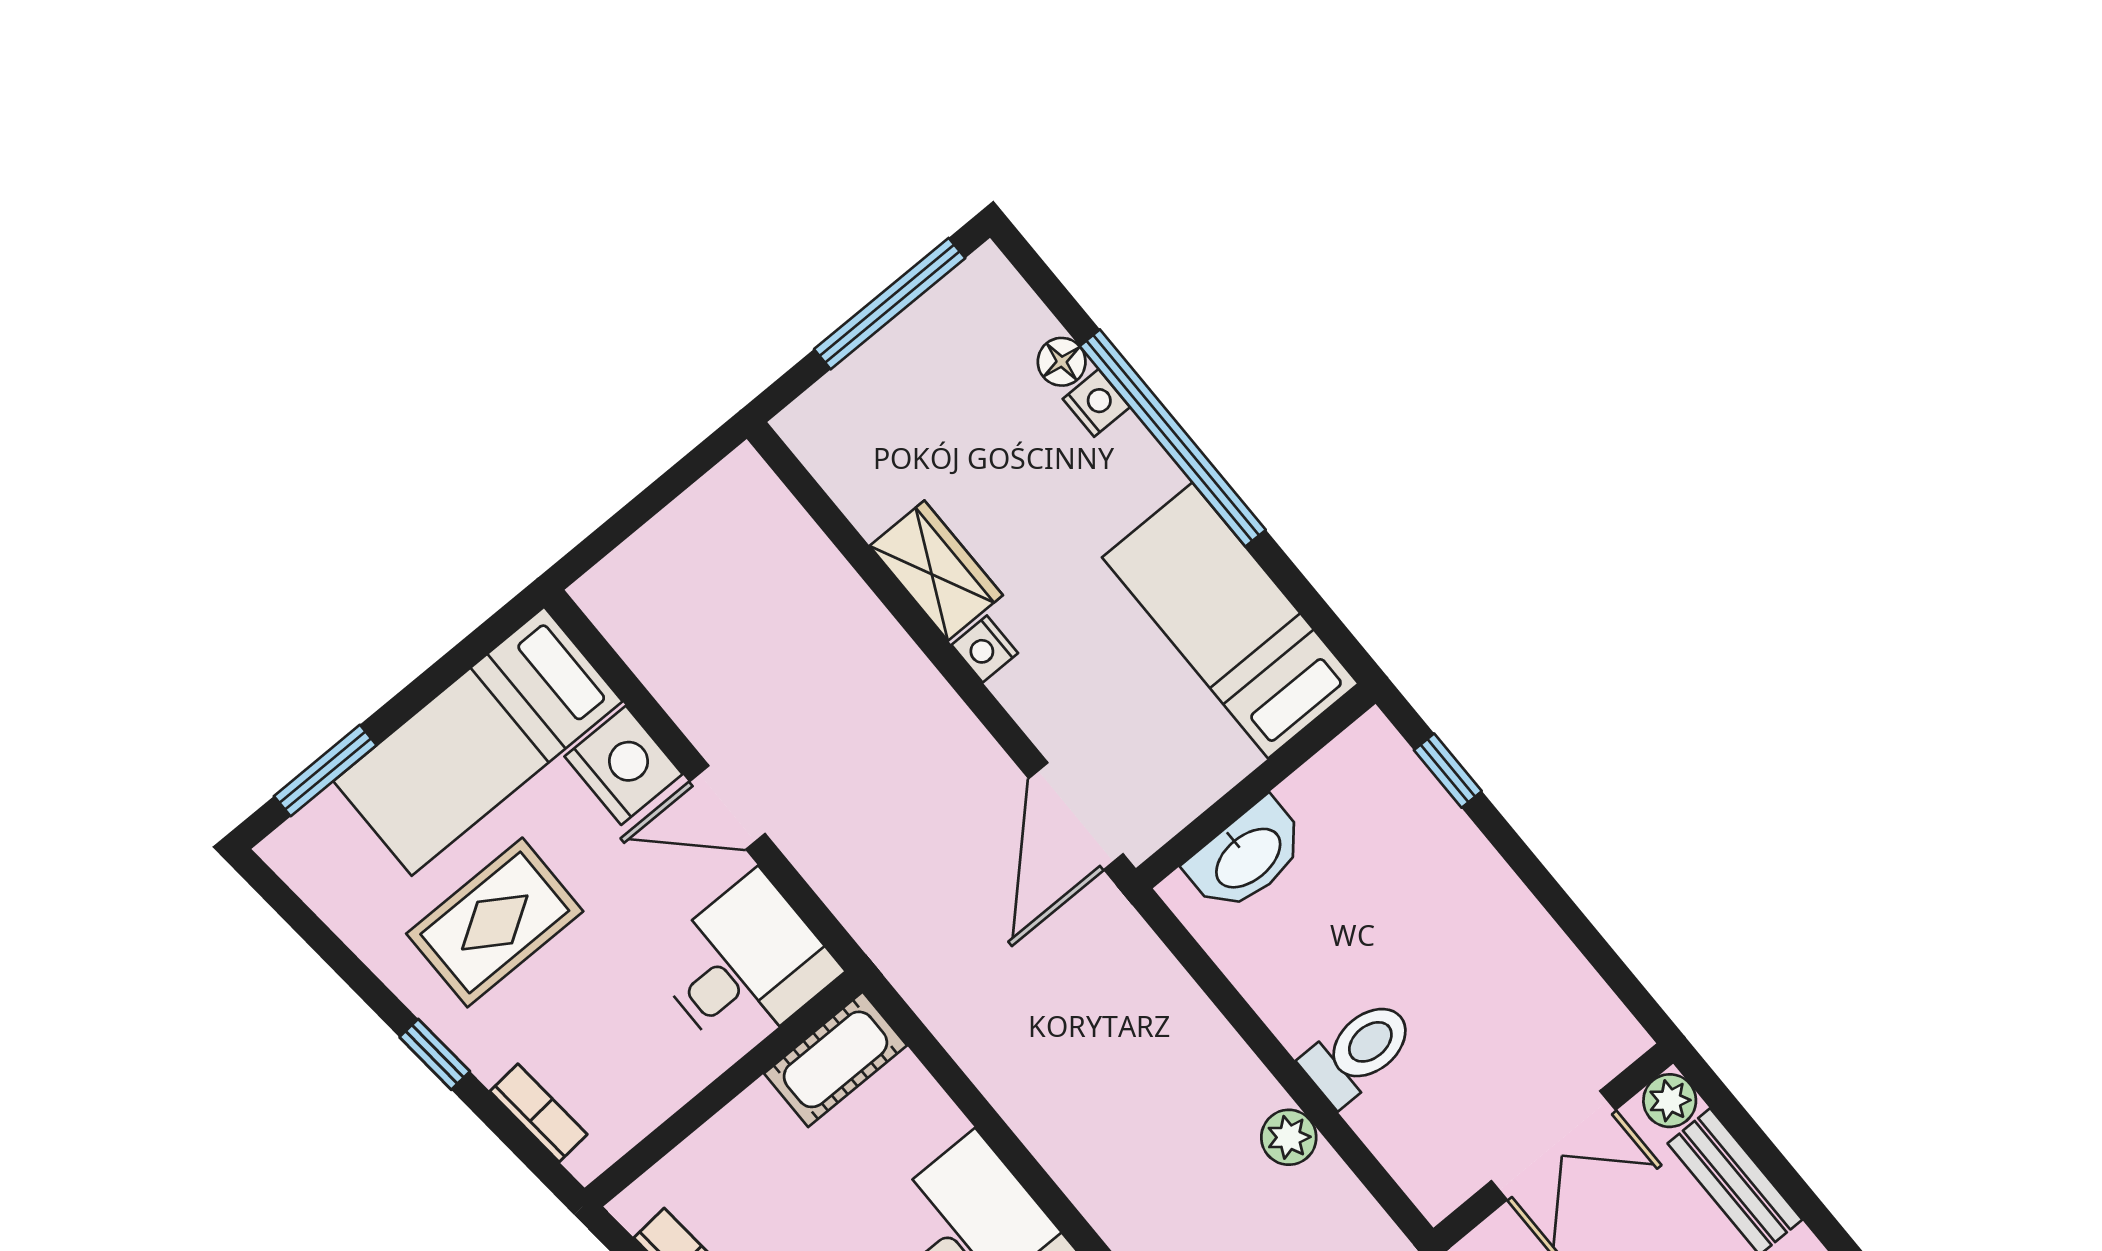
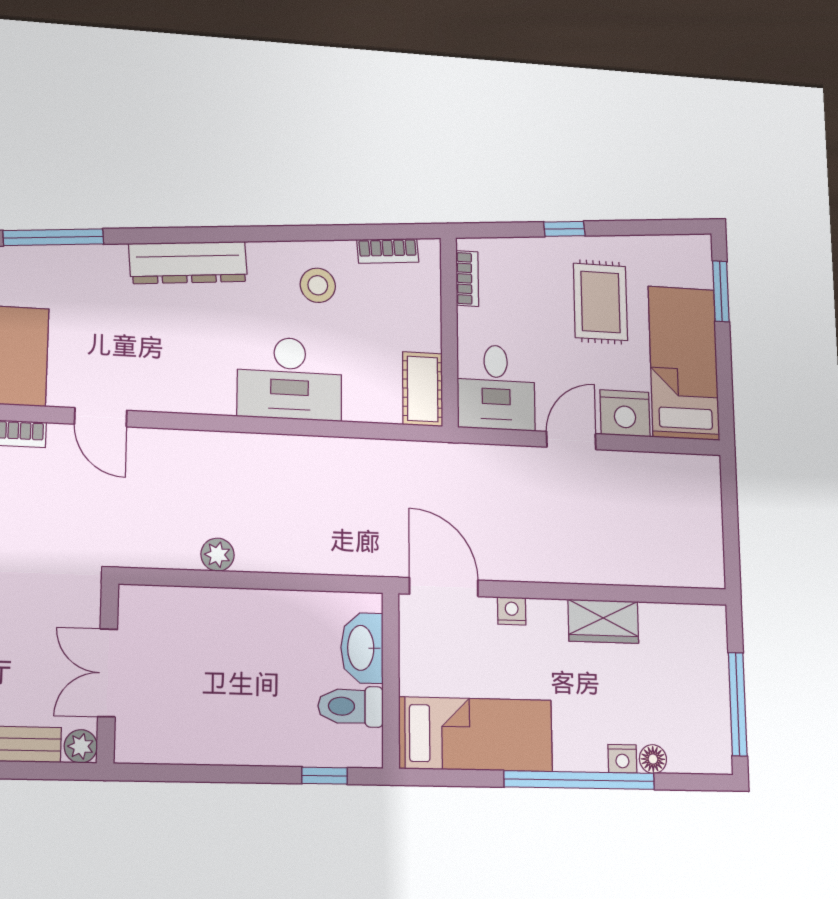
nightstand: (985, 649) -> (512, 611), moved
toilet: (1359, 1052) -> (351, 706), moved, turned 90
bookcase: (538, 1113) -> (467, 279), moved, turned -85

